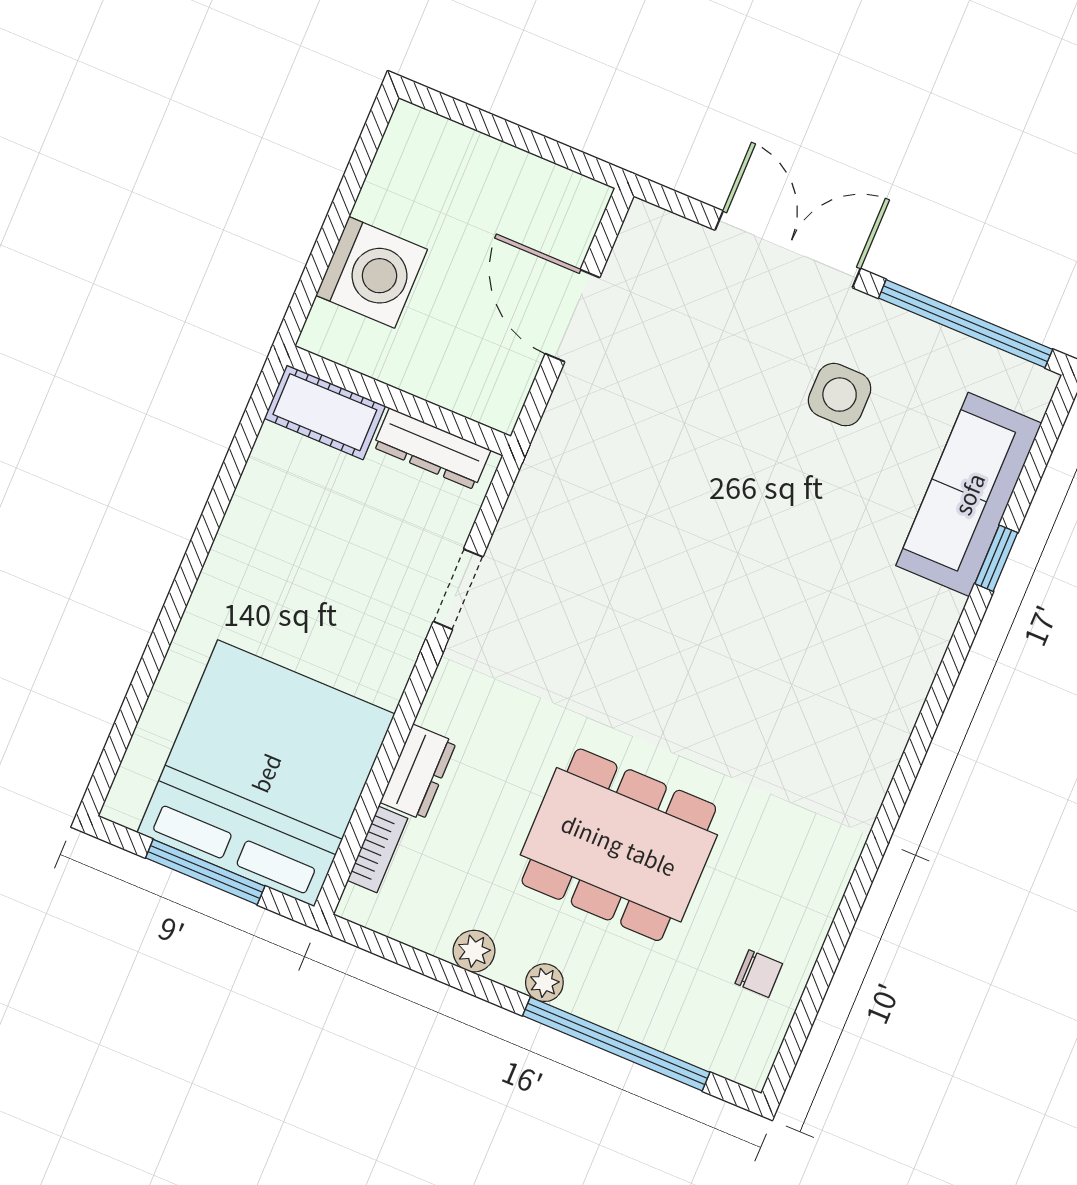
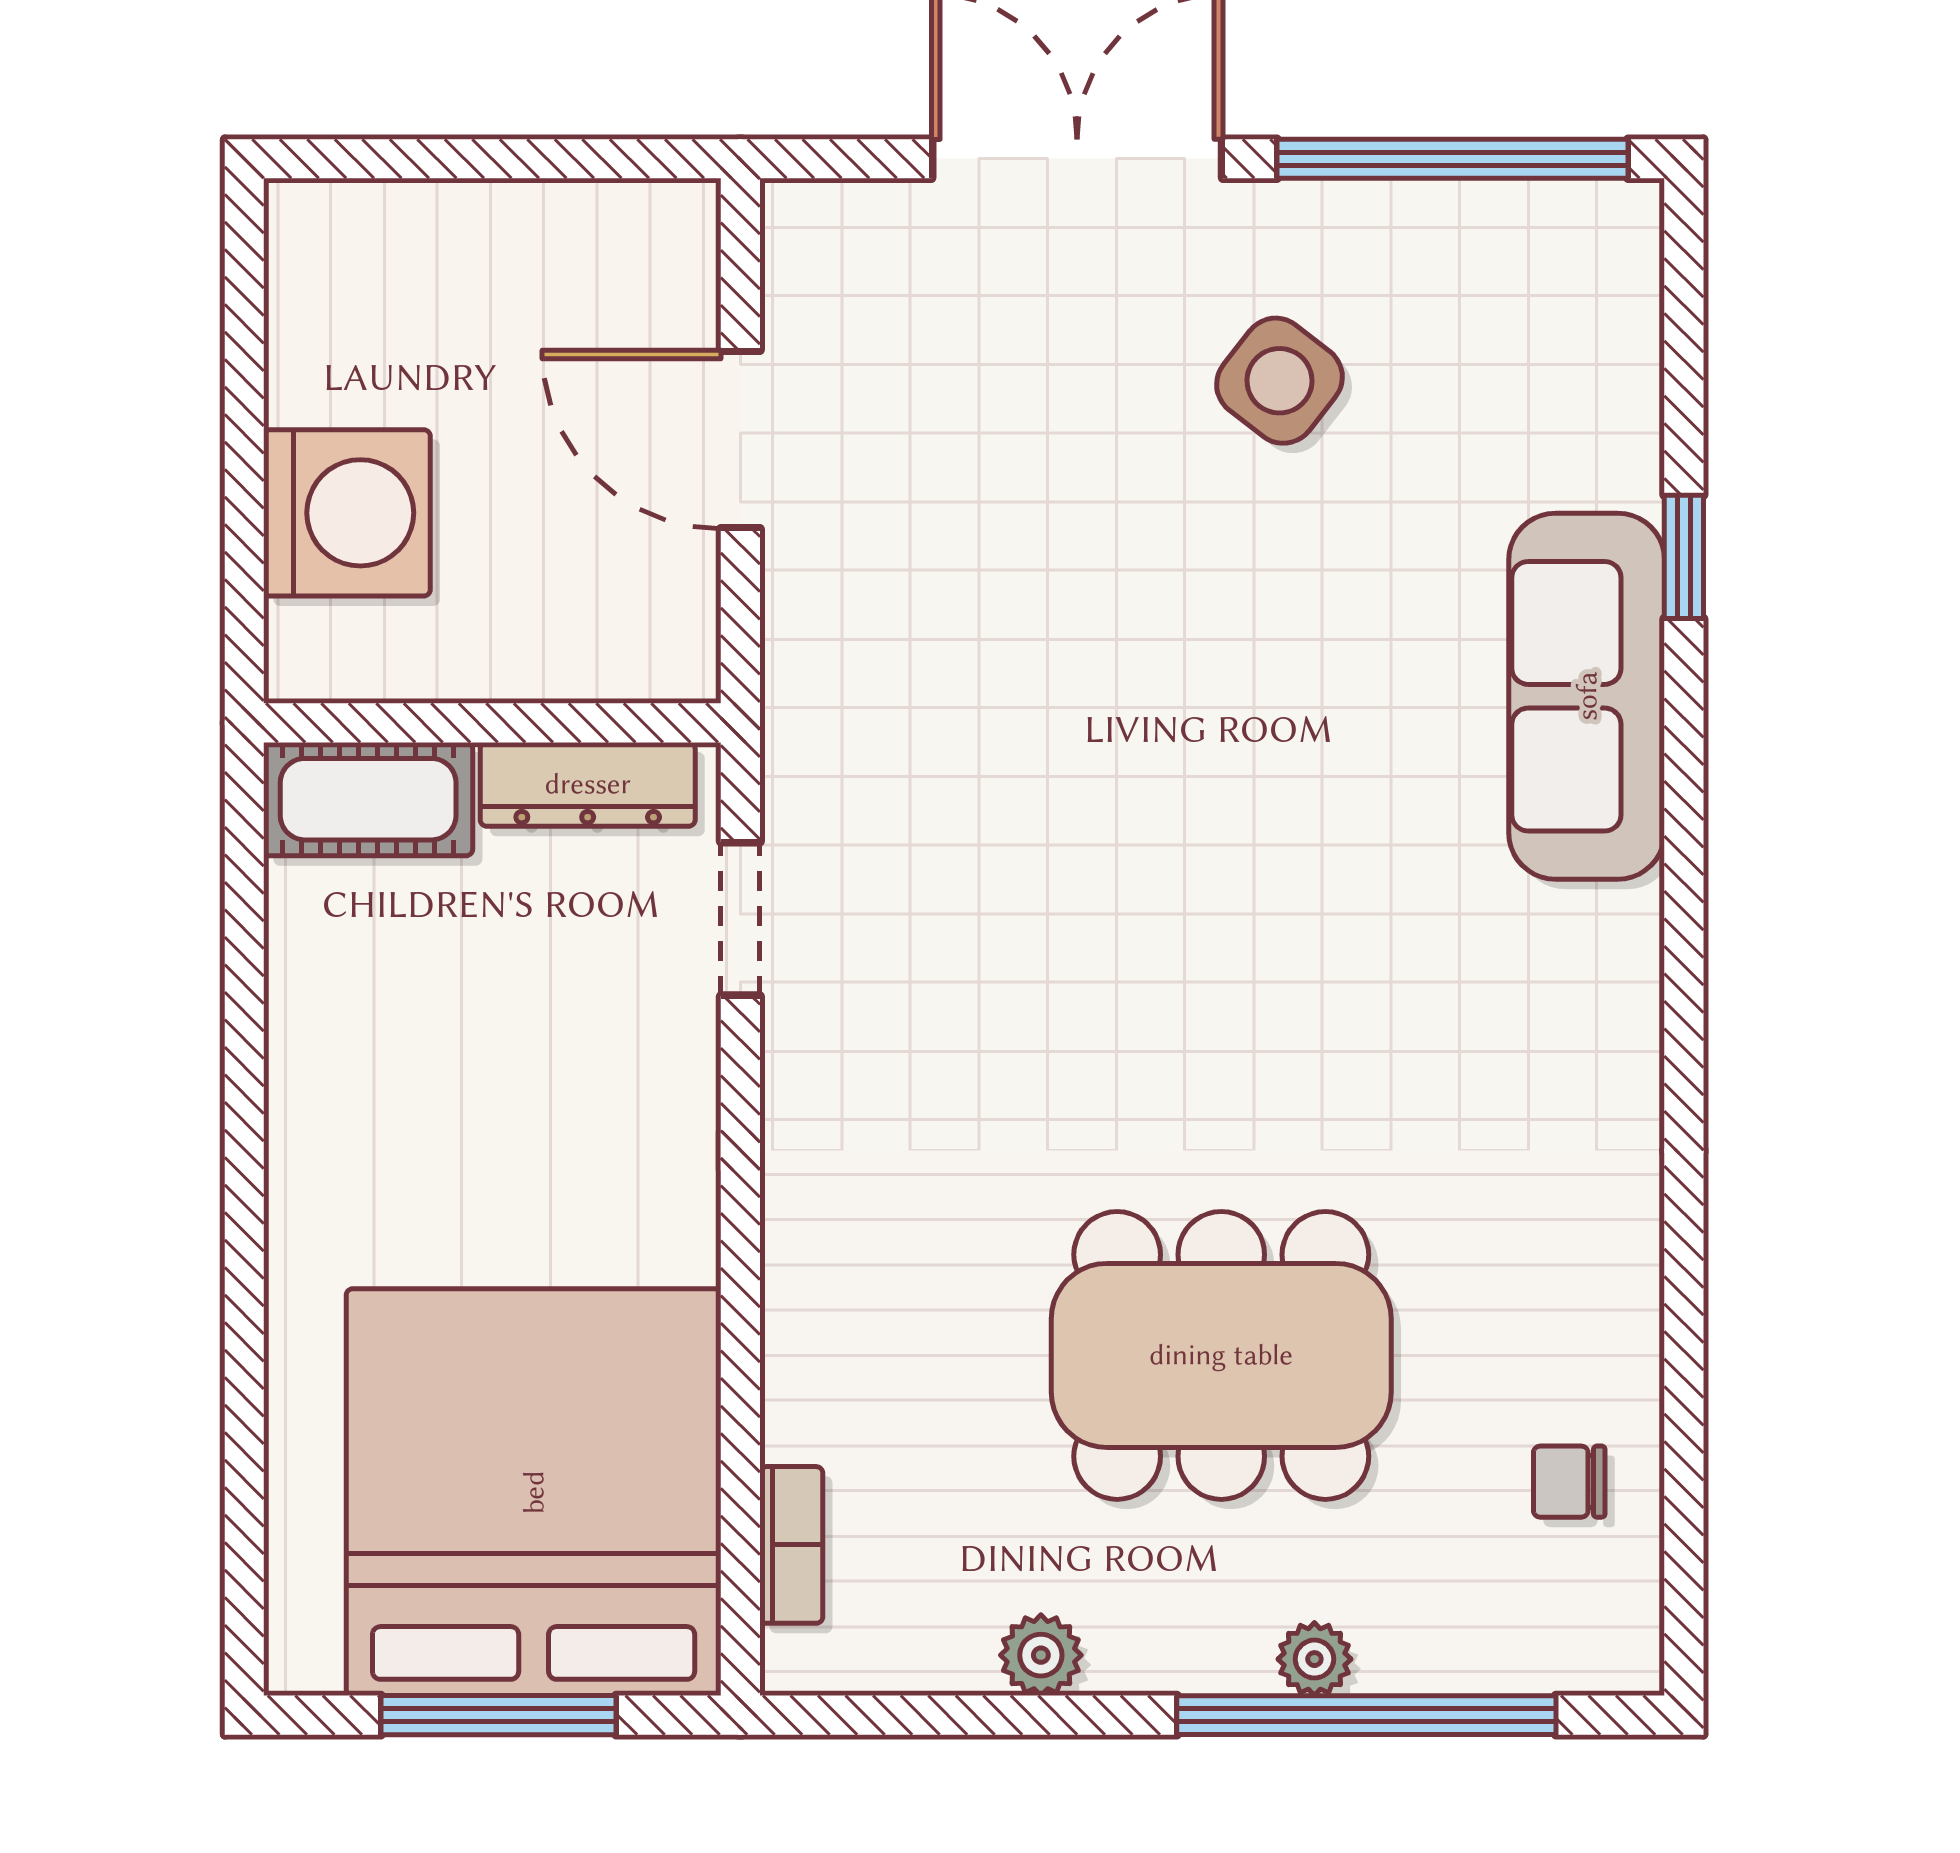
side table: (840, 395) -> (1279, 381), turned 38
sofa: (969, 494) -> (1587, 696), moved
doorway: (458, 589) -> (740, 919), moved
dresser: (418, 772) -> (806, 1376), removed
chair: (759, 974) -> (1569, 1482), turned 180
plant: (544, 983) -> (1314, 1659), moved

